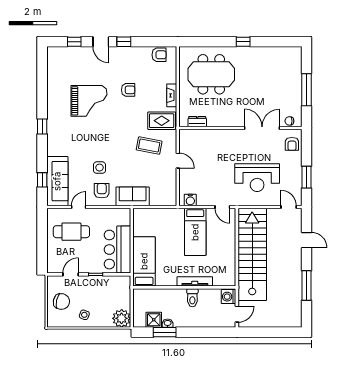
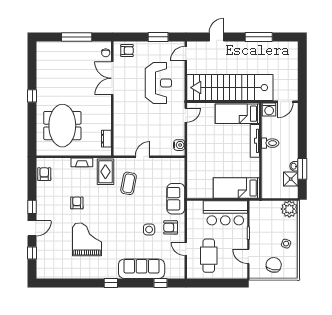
sofa: (57, 181) -> (142, 269), moved
bed: (195, 232) -> (237, 114), moved, turned 180
door: (237, 314) -> (285, 102), swing flipped

